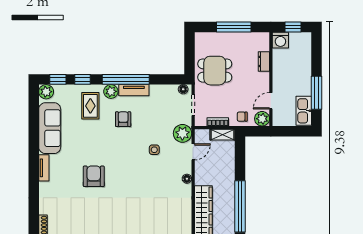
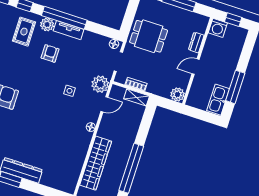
door: (271, 101) -> (196, 67), moved
chair: (242, 117) -> (160, 87), removed

